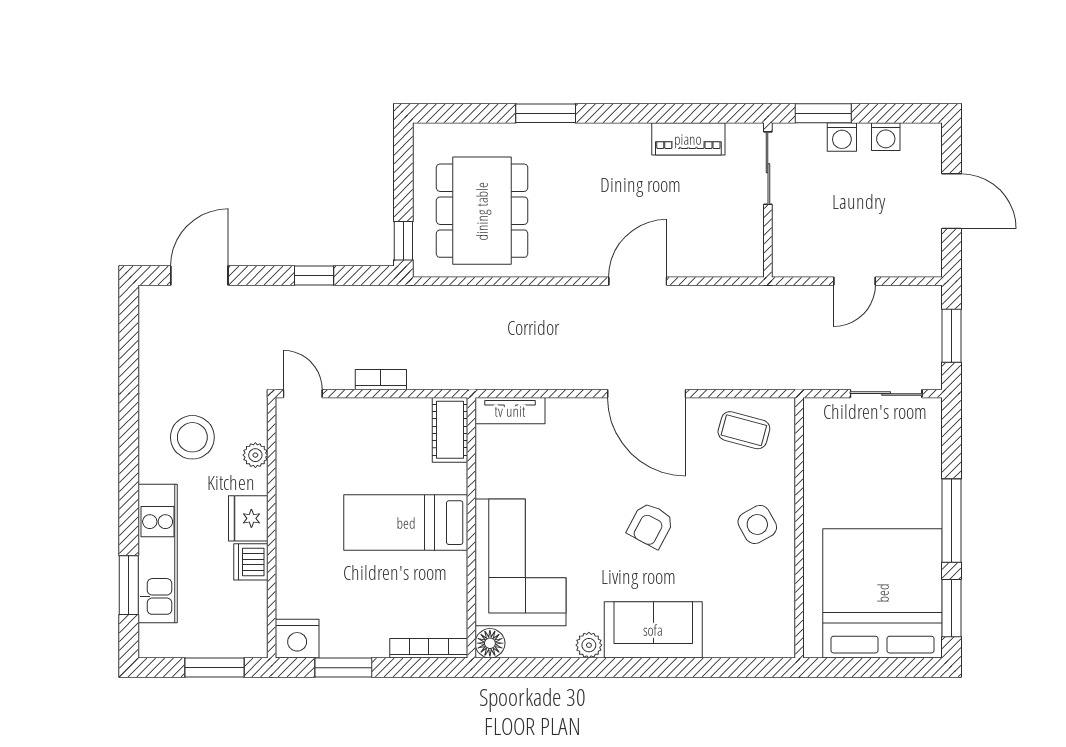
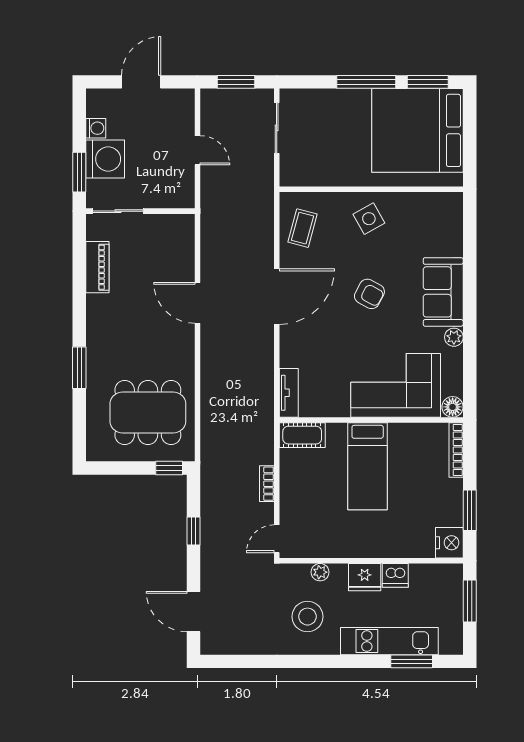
washing machine: (842, 137) -> (105, 159), width x1.89, depth x1.89

